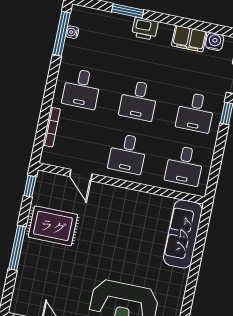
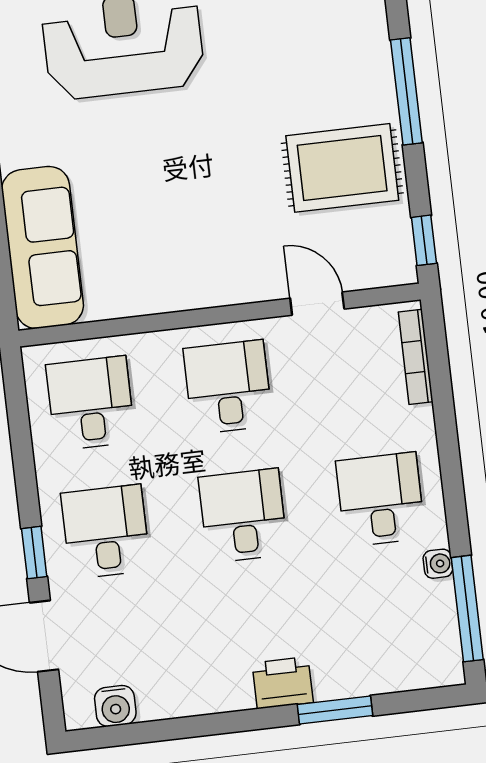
water cooler: (72, 32) -> (438, 564), moved
filing cabinet: (189, 39) -> (175, 693), removed
bookcase: (52, 127) -> (416, 357), moved

